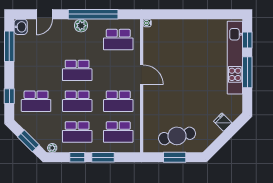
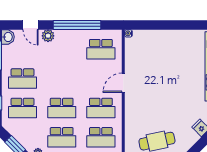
door: (44, 14) -> (30, 25), hinge flipped
plant: (81, 26) -> (48, 36), moved
school desk: (77, 70) -> (22, 79), moved
door: (142, 75) -> (123, 83), swing flipped

